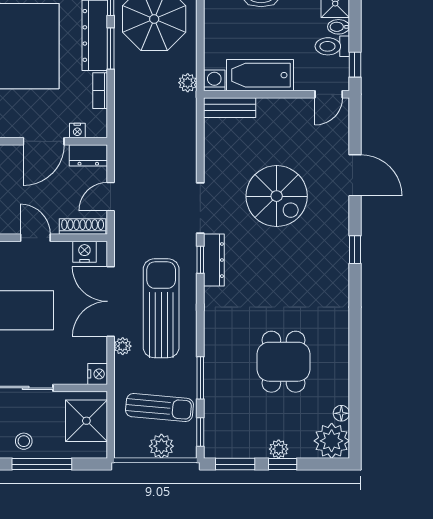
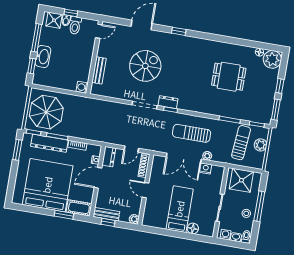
window: (355, 65) -> (71, 13), moved
bathtub: (260, 75) -> (83, 64), removed
plant: (188, 83) -> (81, 101), removed
door: (329, 94) -> (99, 31), hinge flipped
bench: (230, 108) -> (99, 70), moved
door: (44, 141) -> (98, 178), swing flipped
door: (111, 197) -> (131, 149), hinge flipped
door: (35, 238) -> (145, 190), hinge flipped
nightstand: (84, 252) -> (157, 167), removed
dresser: (214, 260) -> (168, 102), width x0.70
sun lounger: (161, 308) -> (192, 133), width x0.73, depth x0.75
nightstand: (98, 374) -> (206, 168), moved
plant: (279, 449) -> (272, 87), removed

